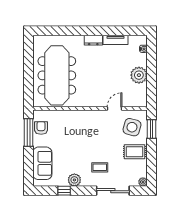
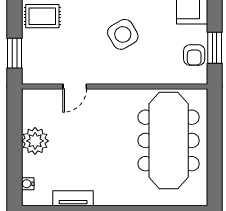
dresser: (93, 40) -> (109, 198), removed
side table: (132, 127) -> (123, 34), moved, turned 45
window: (29, 132) -> (215, 48), width x0.69

